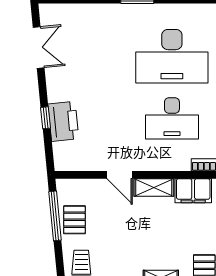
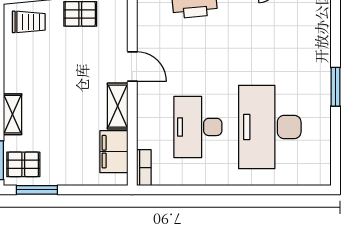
door: (120, 175) -> (132, 66), swing flipped

